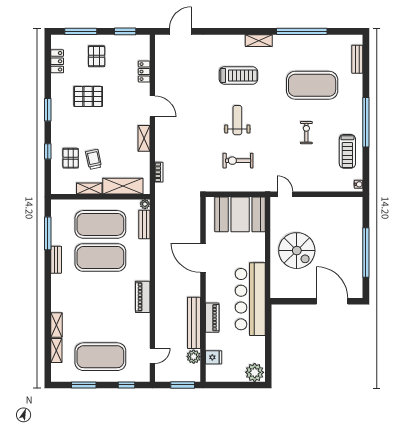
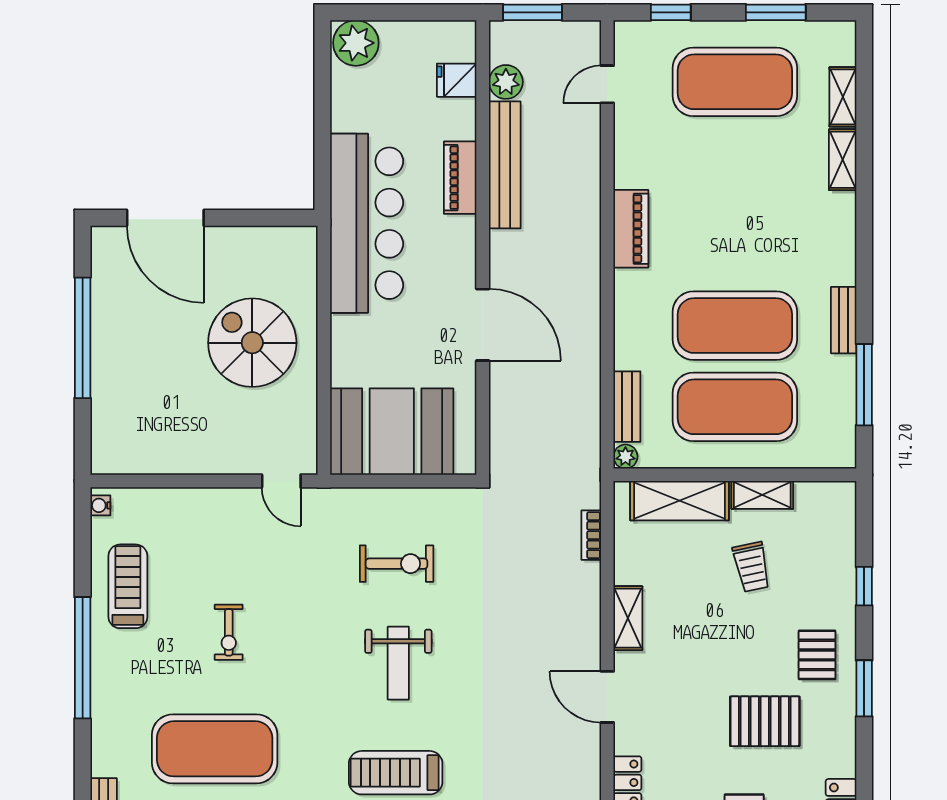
pallet: (71, 158) -> (817, 655), moved

